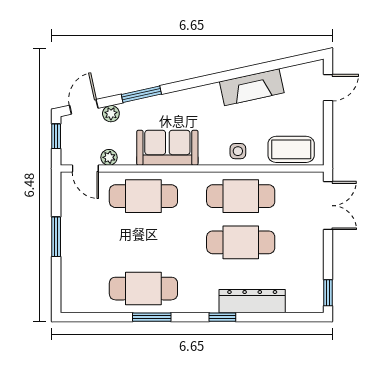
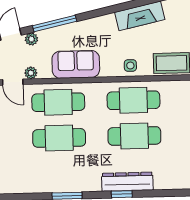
window: (141, 94) -> (55, 23), width x1.44
cafe table: (143, 289) -> (59, 138), moved
dresser: (252, 301) -> (127, 182), moved

